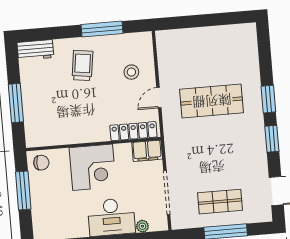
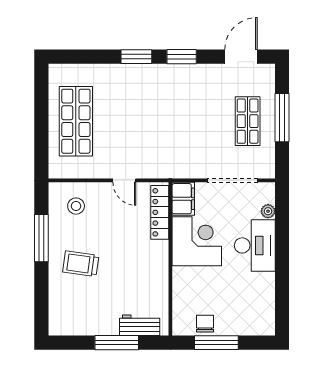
workbench: (35, 50) -> (140, 325), moved, turned -90
stool: (131, 72) -> (76, 206), moved
shop shelf: (212, 101) -> (76, 121), moved
chair: (41, 163) -> (205, 324), moved
corner desk: (93, 167) -> (197, 241), moved

